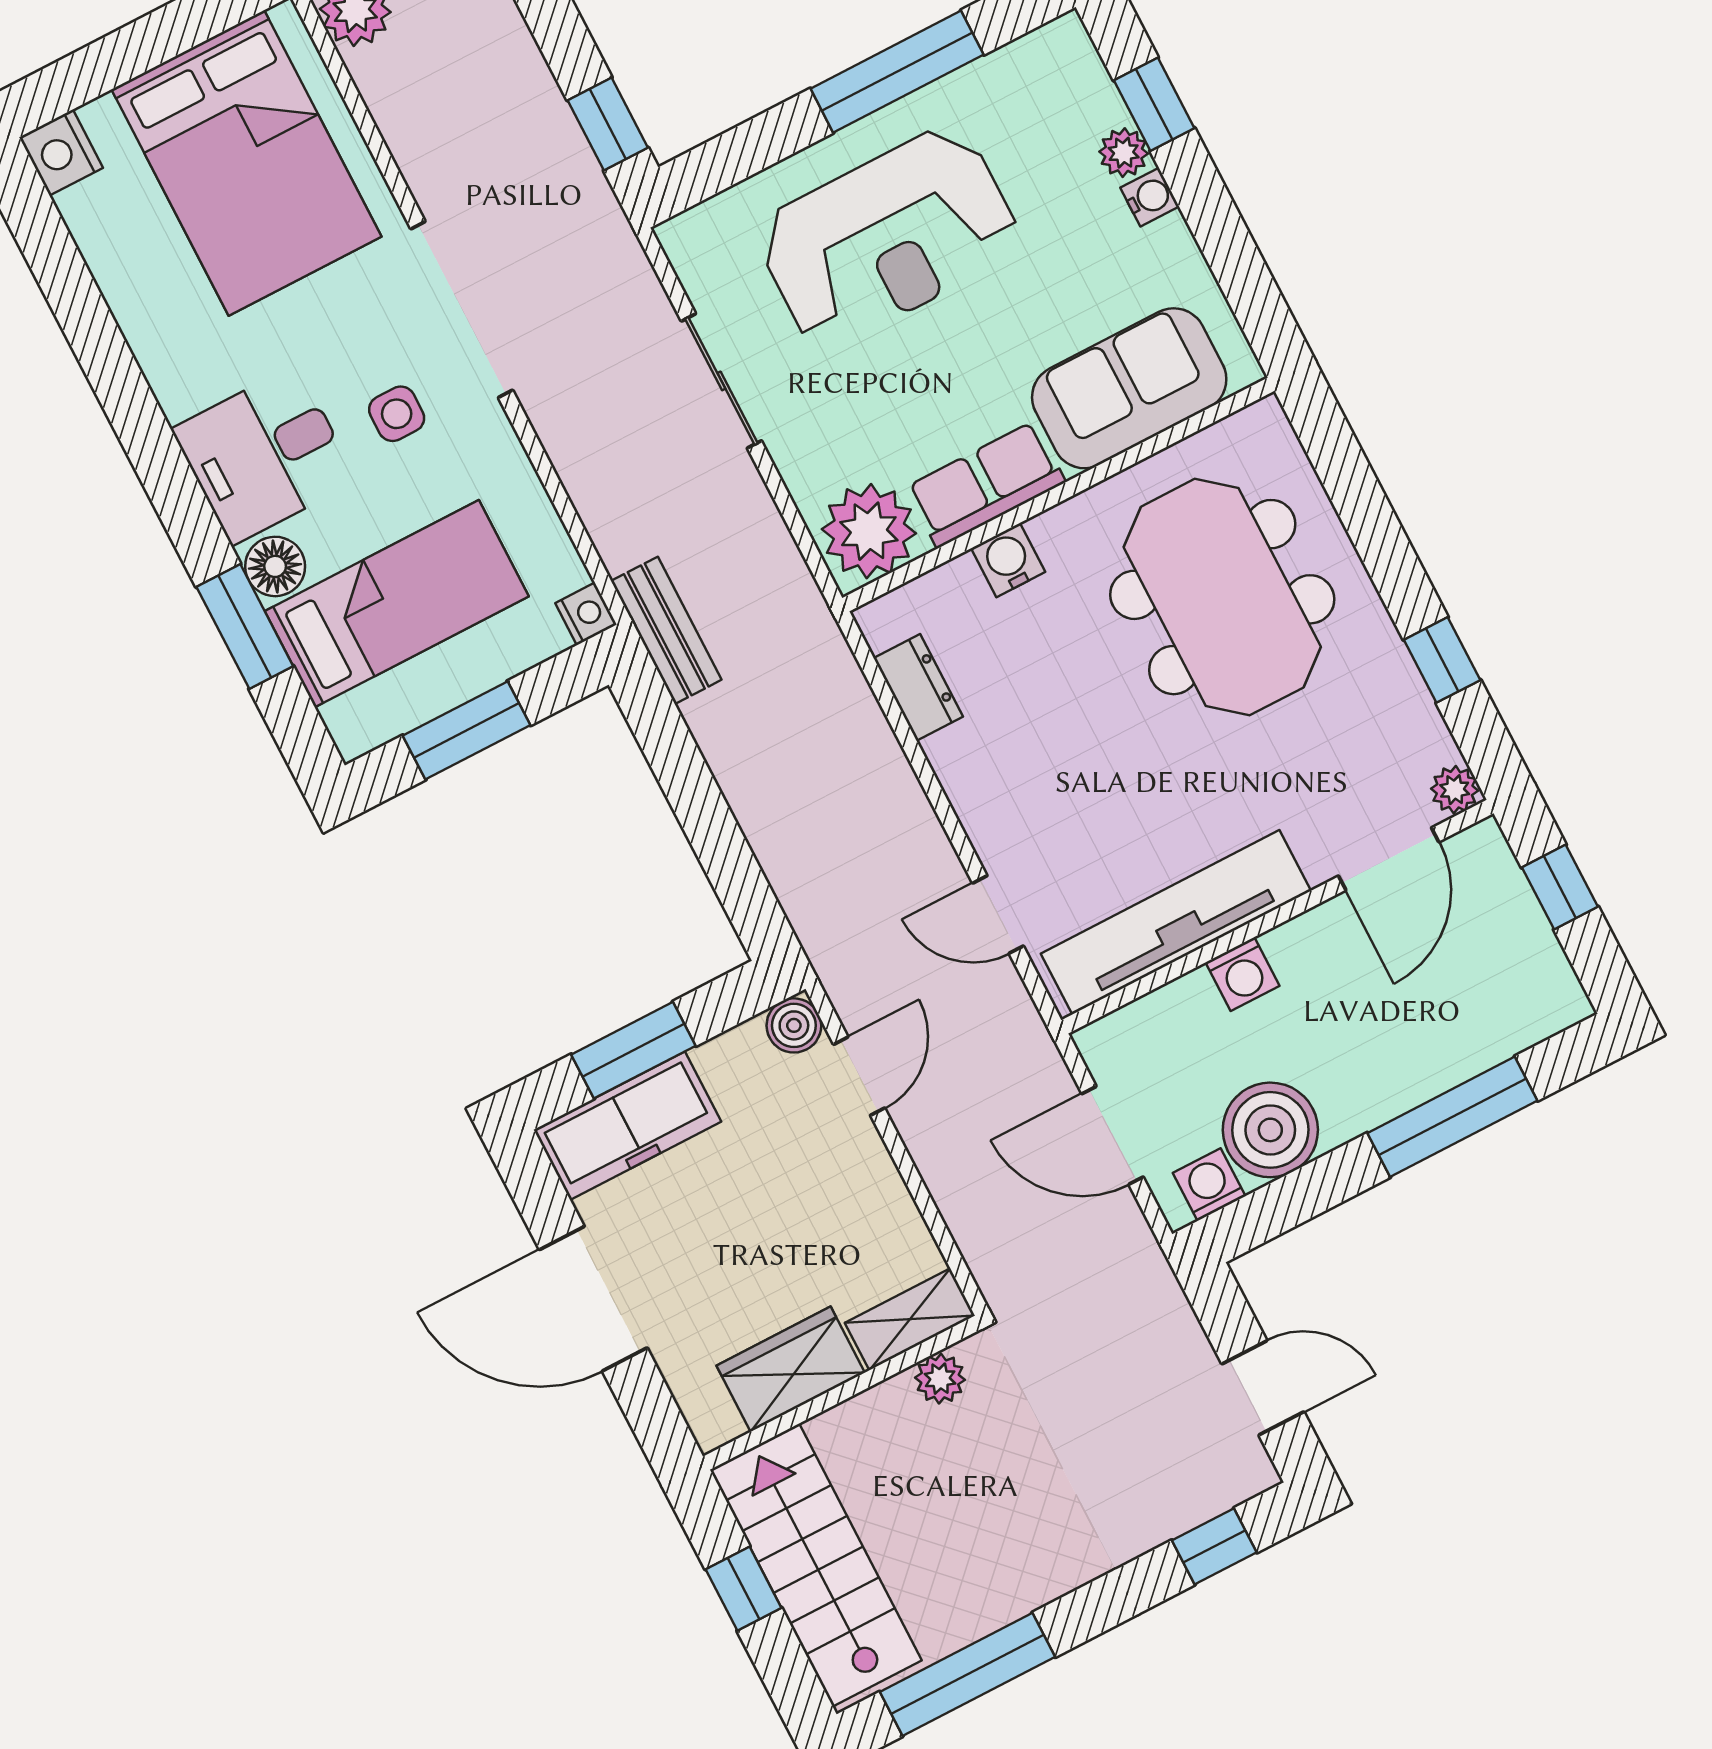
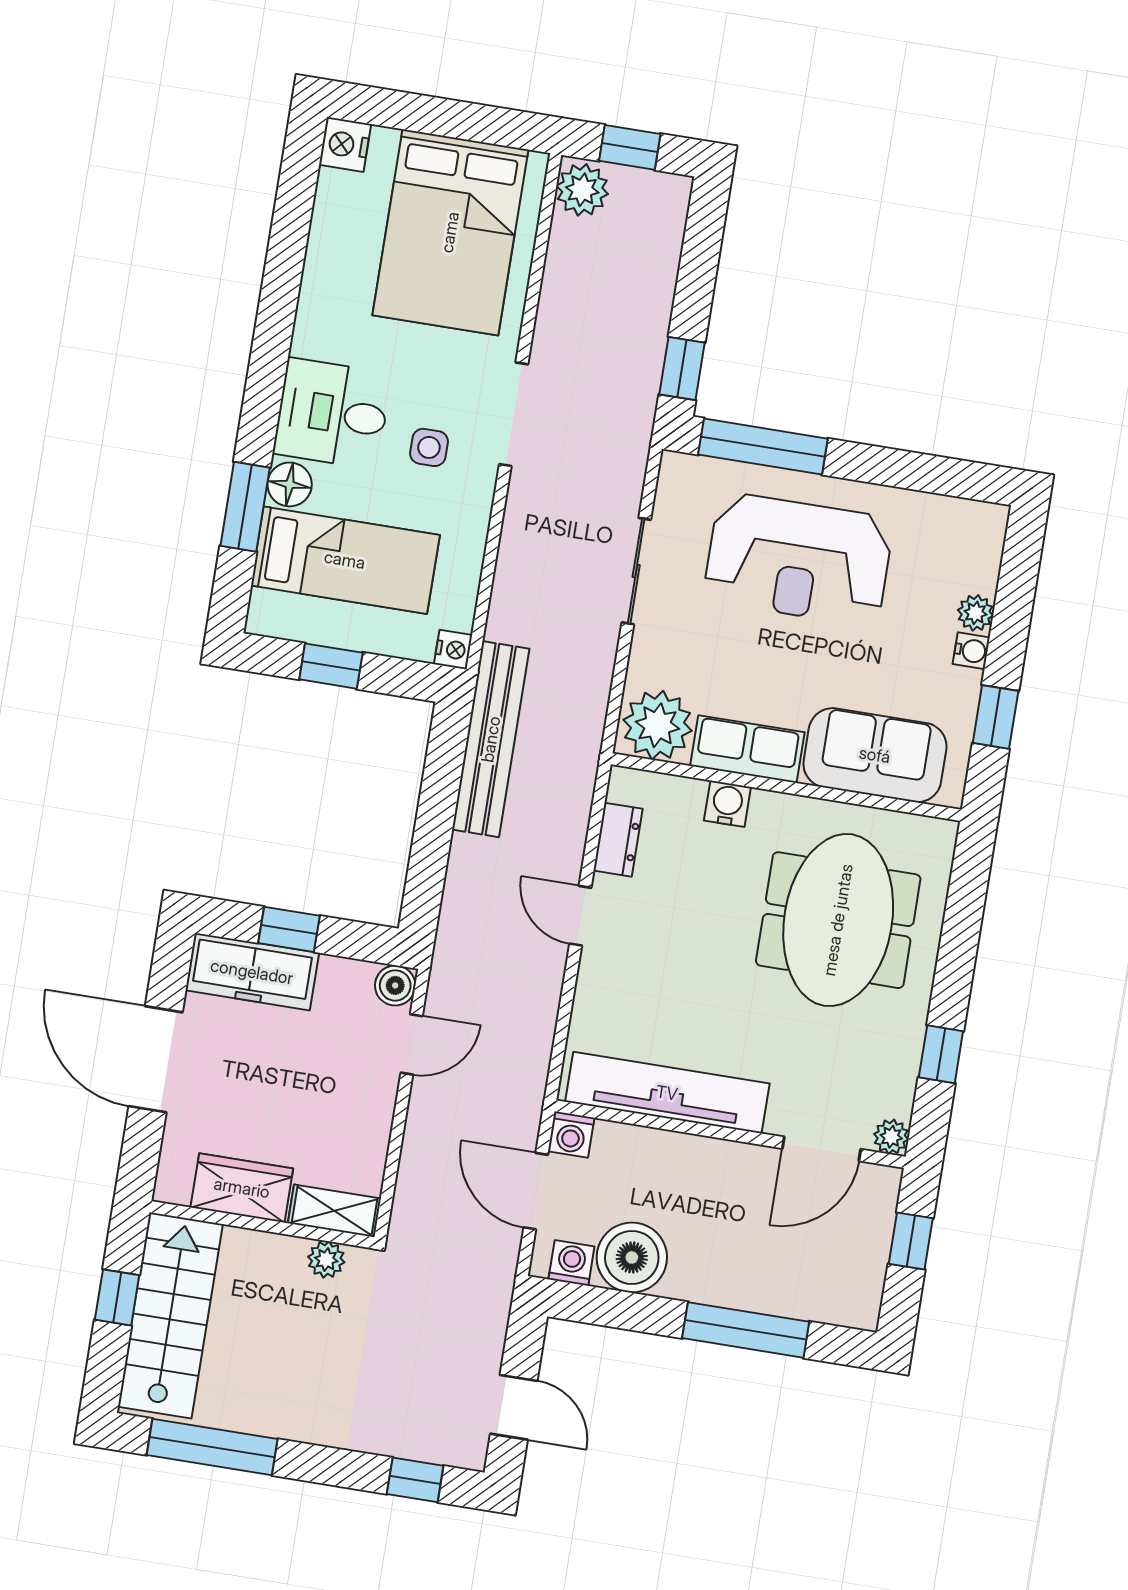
window: (897, 72) -> (763, 447), moved
window: (1154, 104) -> (996, 717), moved
doorway: (462, 309) -> (514, 414), width x0.73
bench: (666, 630) -> (491, 739), width x1.86, depth x1.21
window: (467, 730) -> (331, 666), width x0.67
door: (998, 915) -> (580, 916), moved
washing machine: (1242, 974) -> (571, 1134), moved
window: (633, 1050) -> (289, 929), width x0.67

